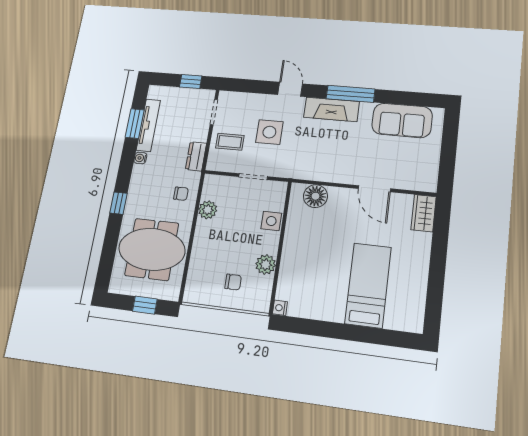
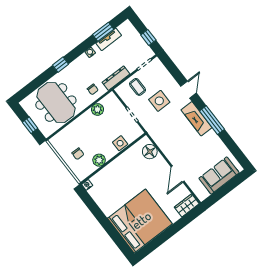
sofa: (402, 120) -> (219, 176), moved, turned 90
tv unit: (148, 125) -> (109, 39), width x0.71
dresser: (196, 156) -> (116, 78), width x1.44
bed: (368, 285) -> (140, 221), width x2.04

